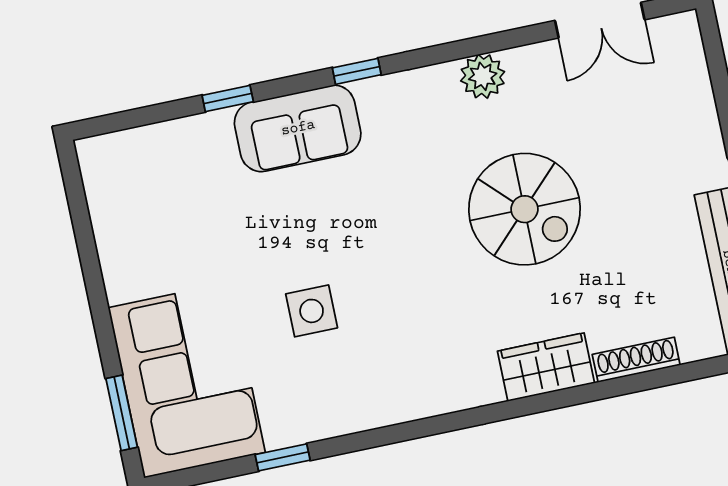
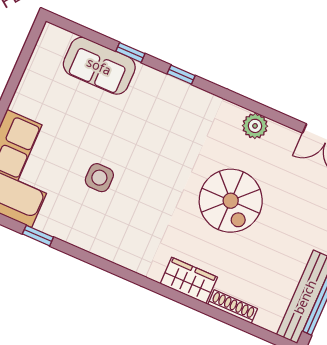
window: (357, 71) -> (181, 75), moved
sofa: (298, 128) -> (99, 66), moved

